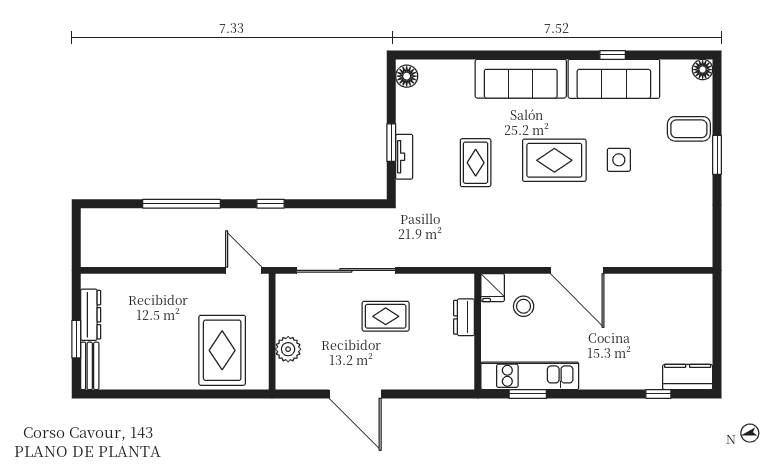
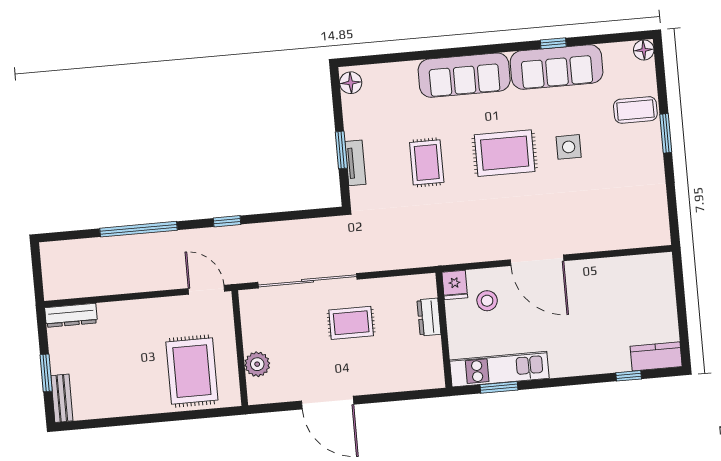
dresser: (91, 315) -> (71, 315), moved, turned 90

